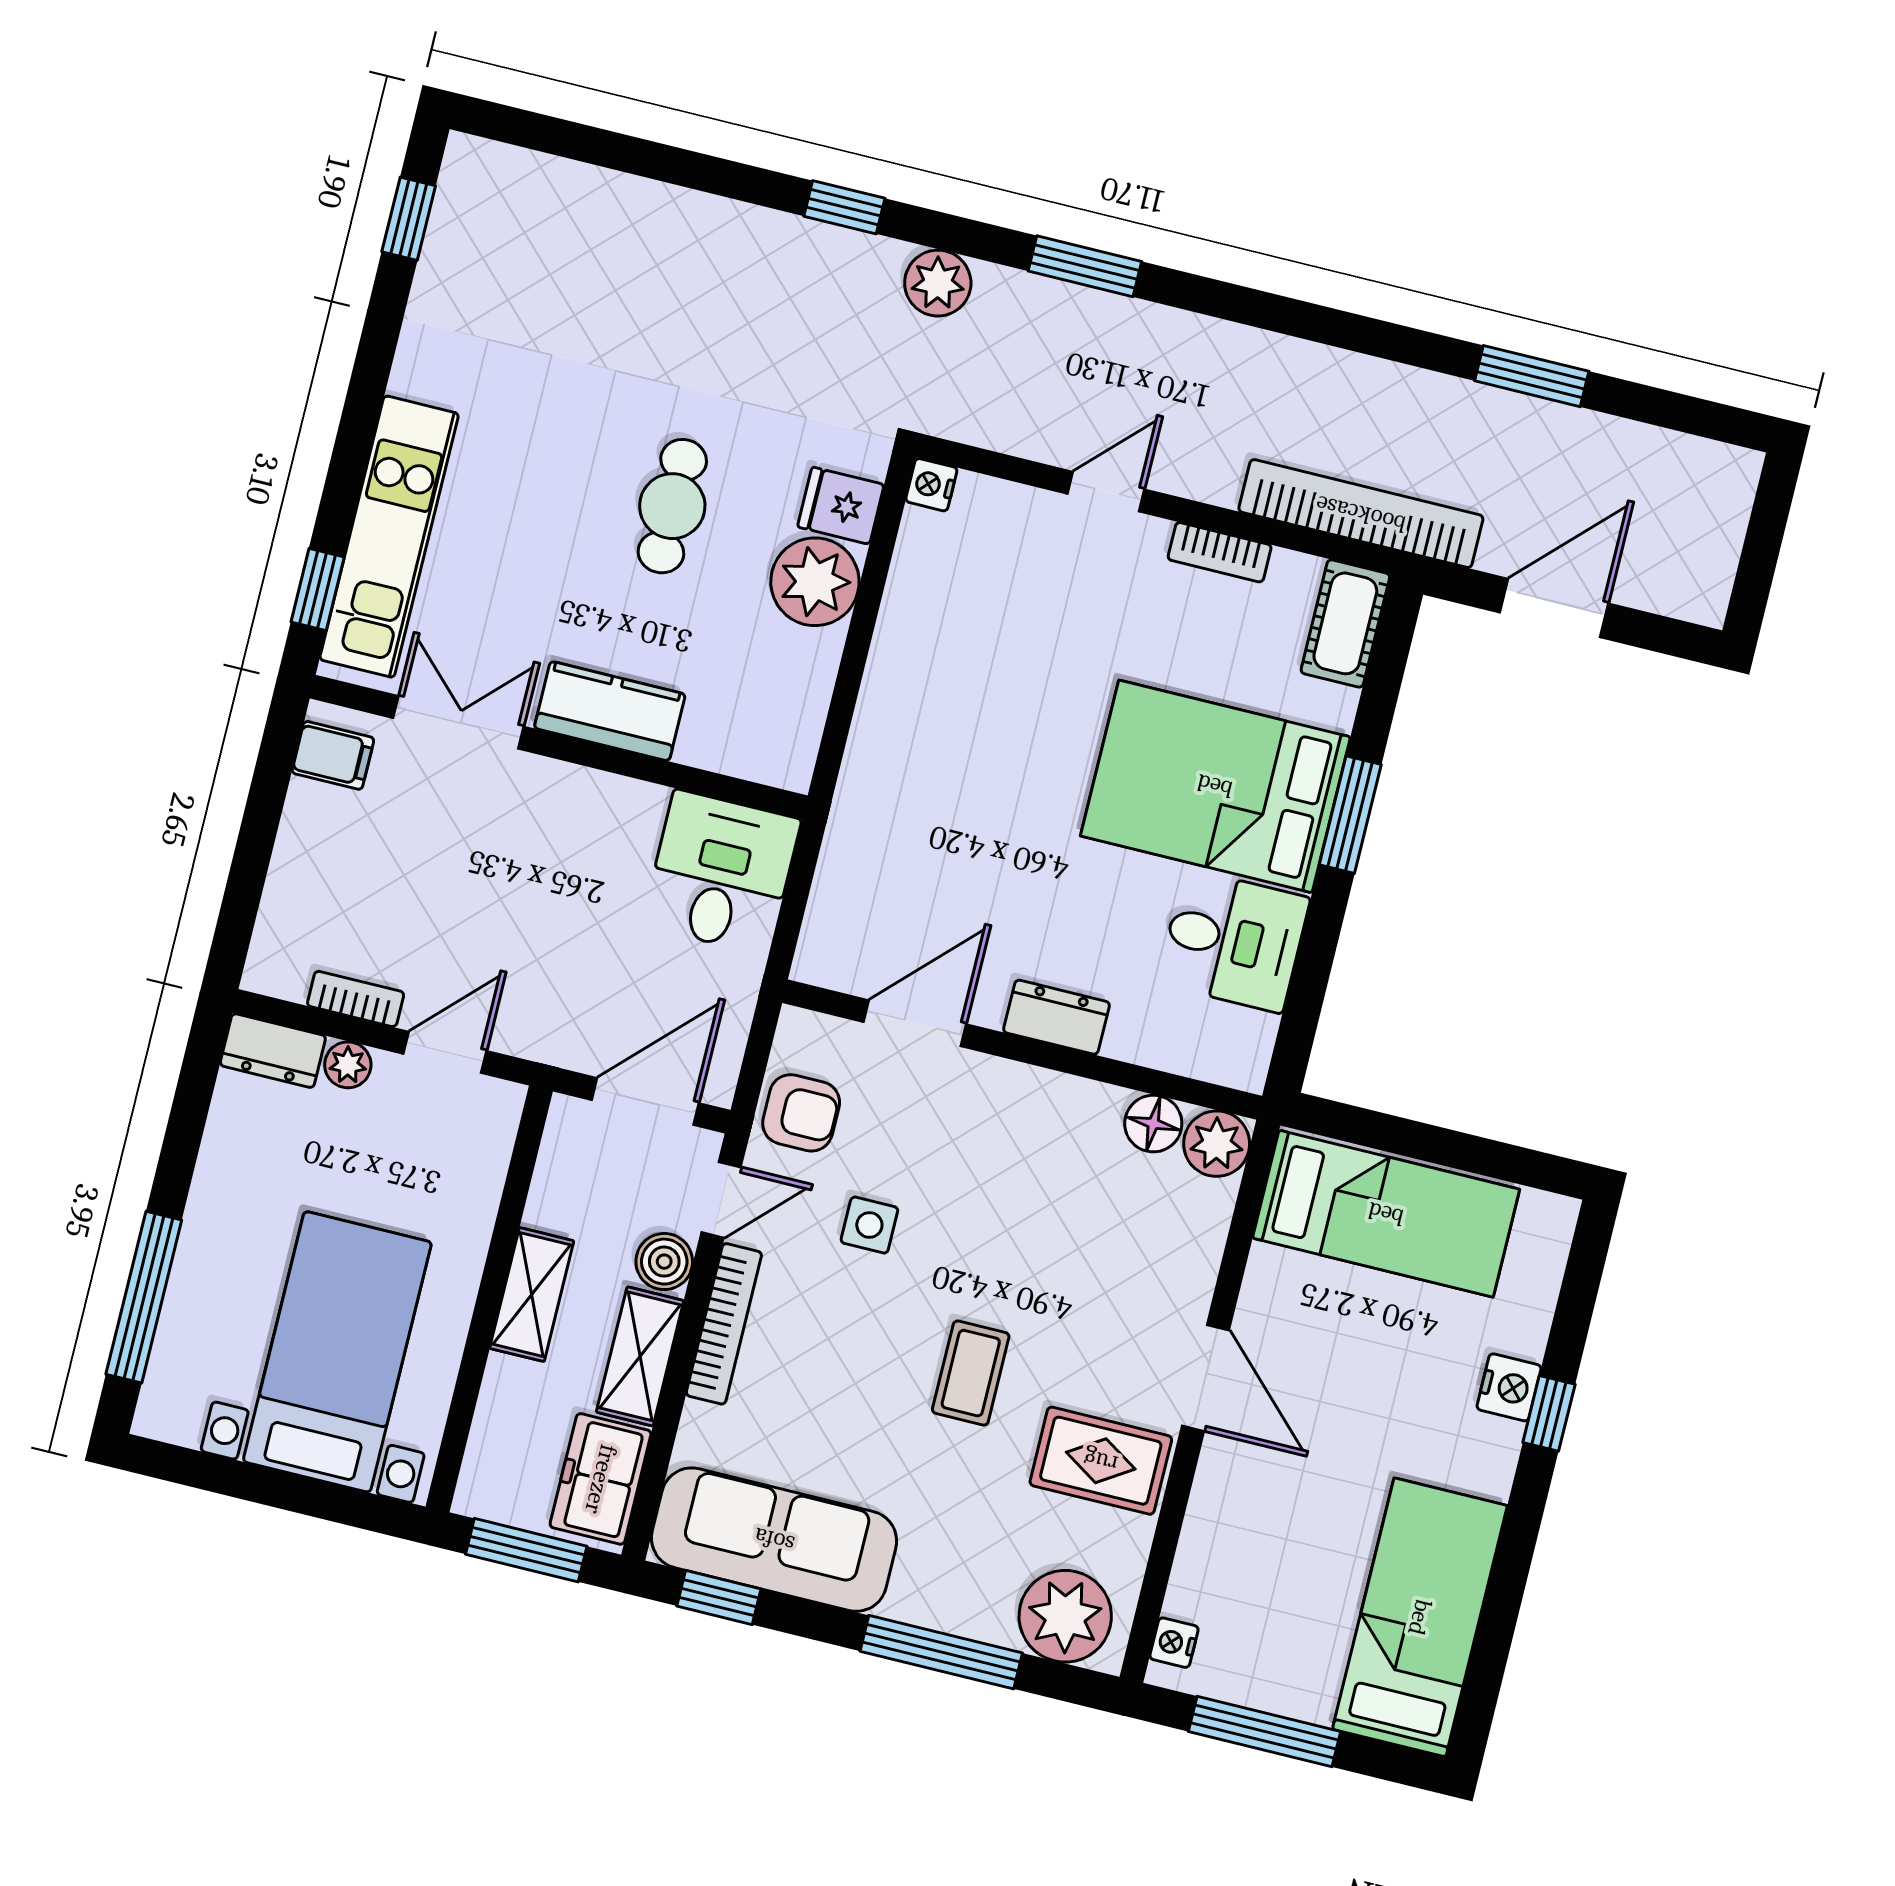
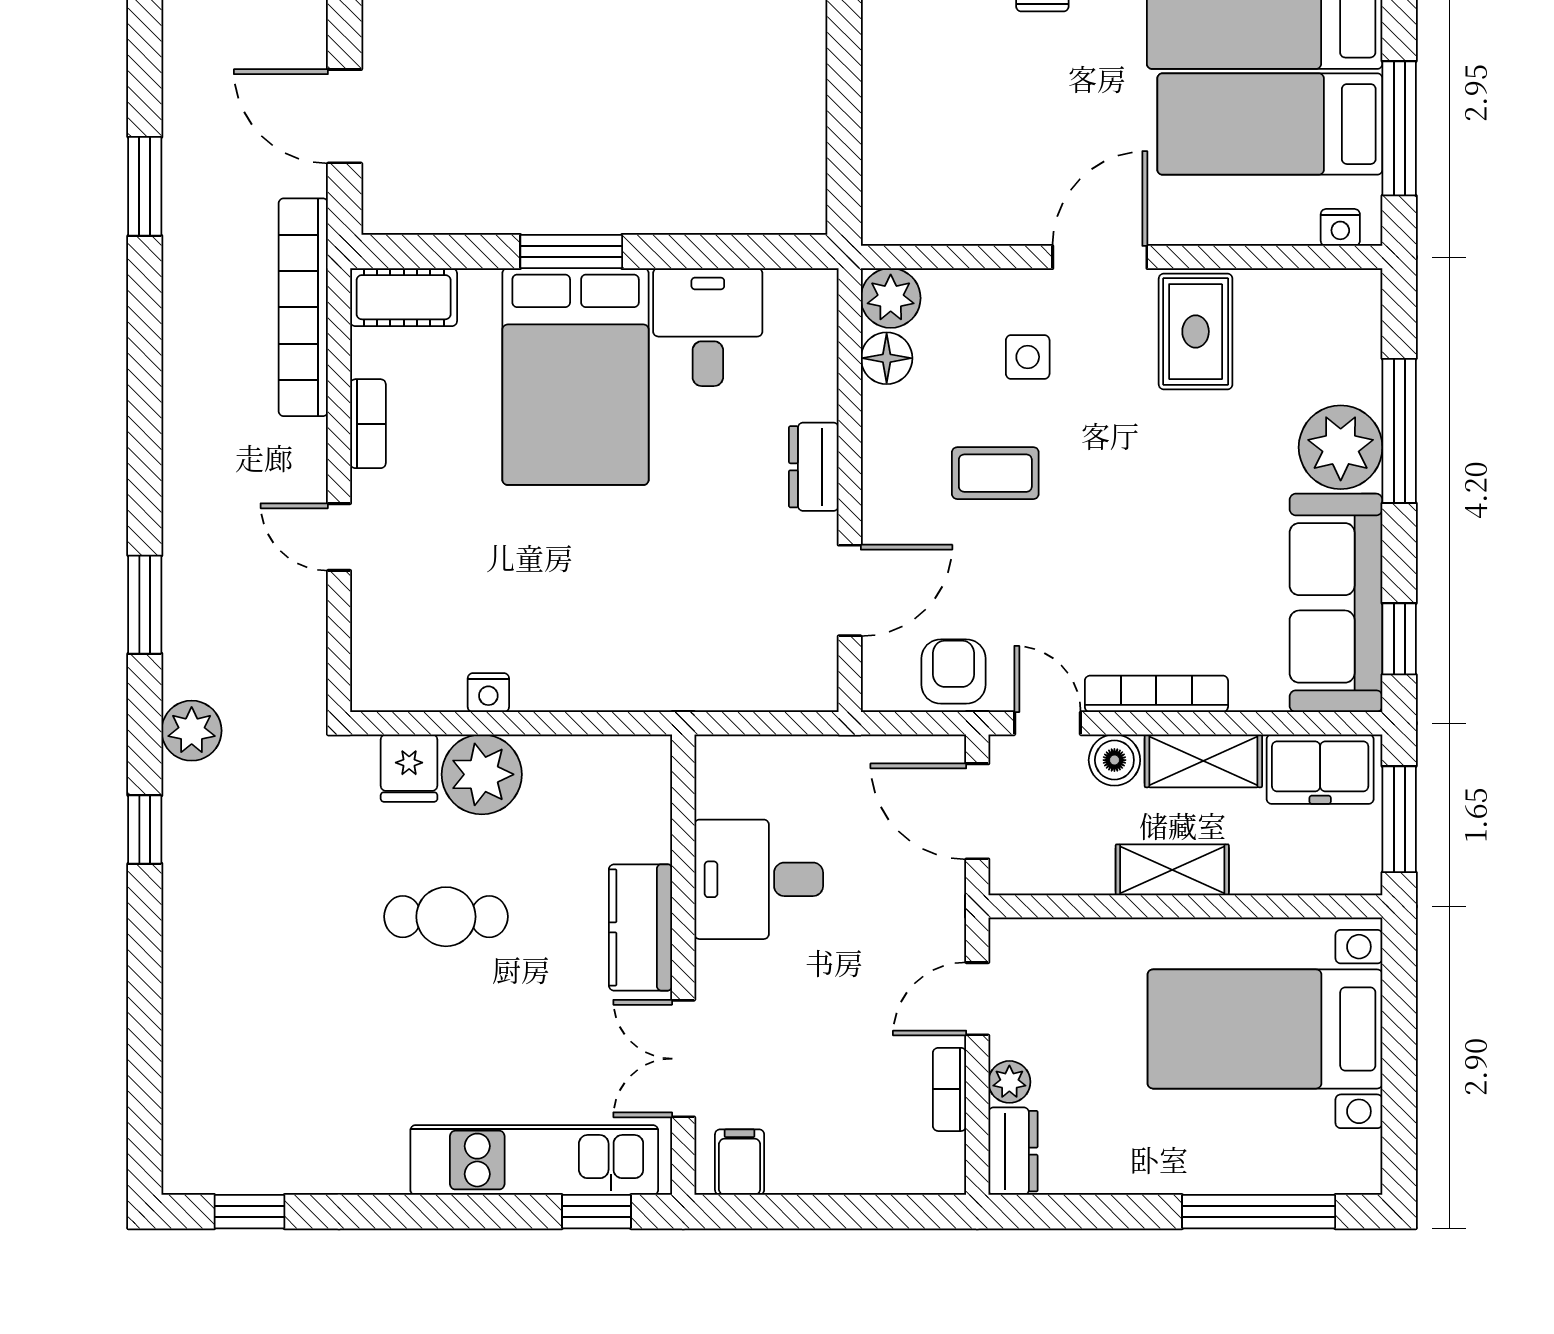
nightstand: (931, 485) -> (488, 693), moved
desk: (721, 872) -> (759, 879), moved
door: (915, 1023) -> (850, 590), swing flipped
door: (445, 1052) -> (977, 999), hinge flipped
bed: (1386, 1214) -> (1270, 124), moved, turned -90
side table: (869, 1225) -> (1028, 357), moved
coffee table: (971, 1373) -> (995, 473), moved
plant: (1065, 1616) -> (1341, 447), moved

